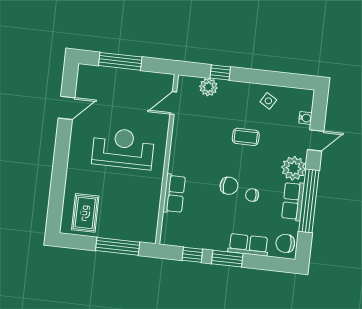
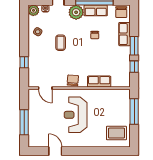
plant: (208, 87) -> (33, 10), moved
chair: (229, 186) -> (73, 80), moved

